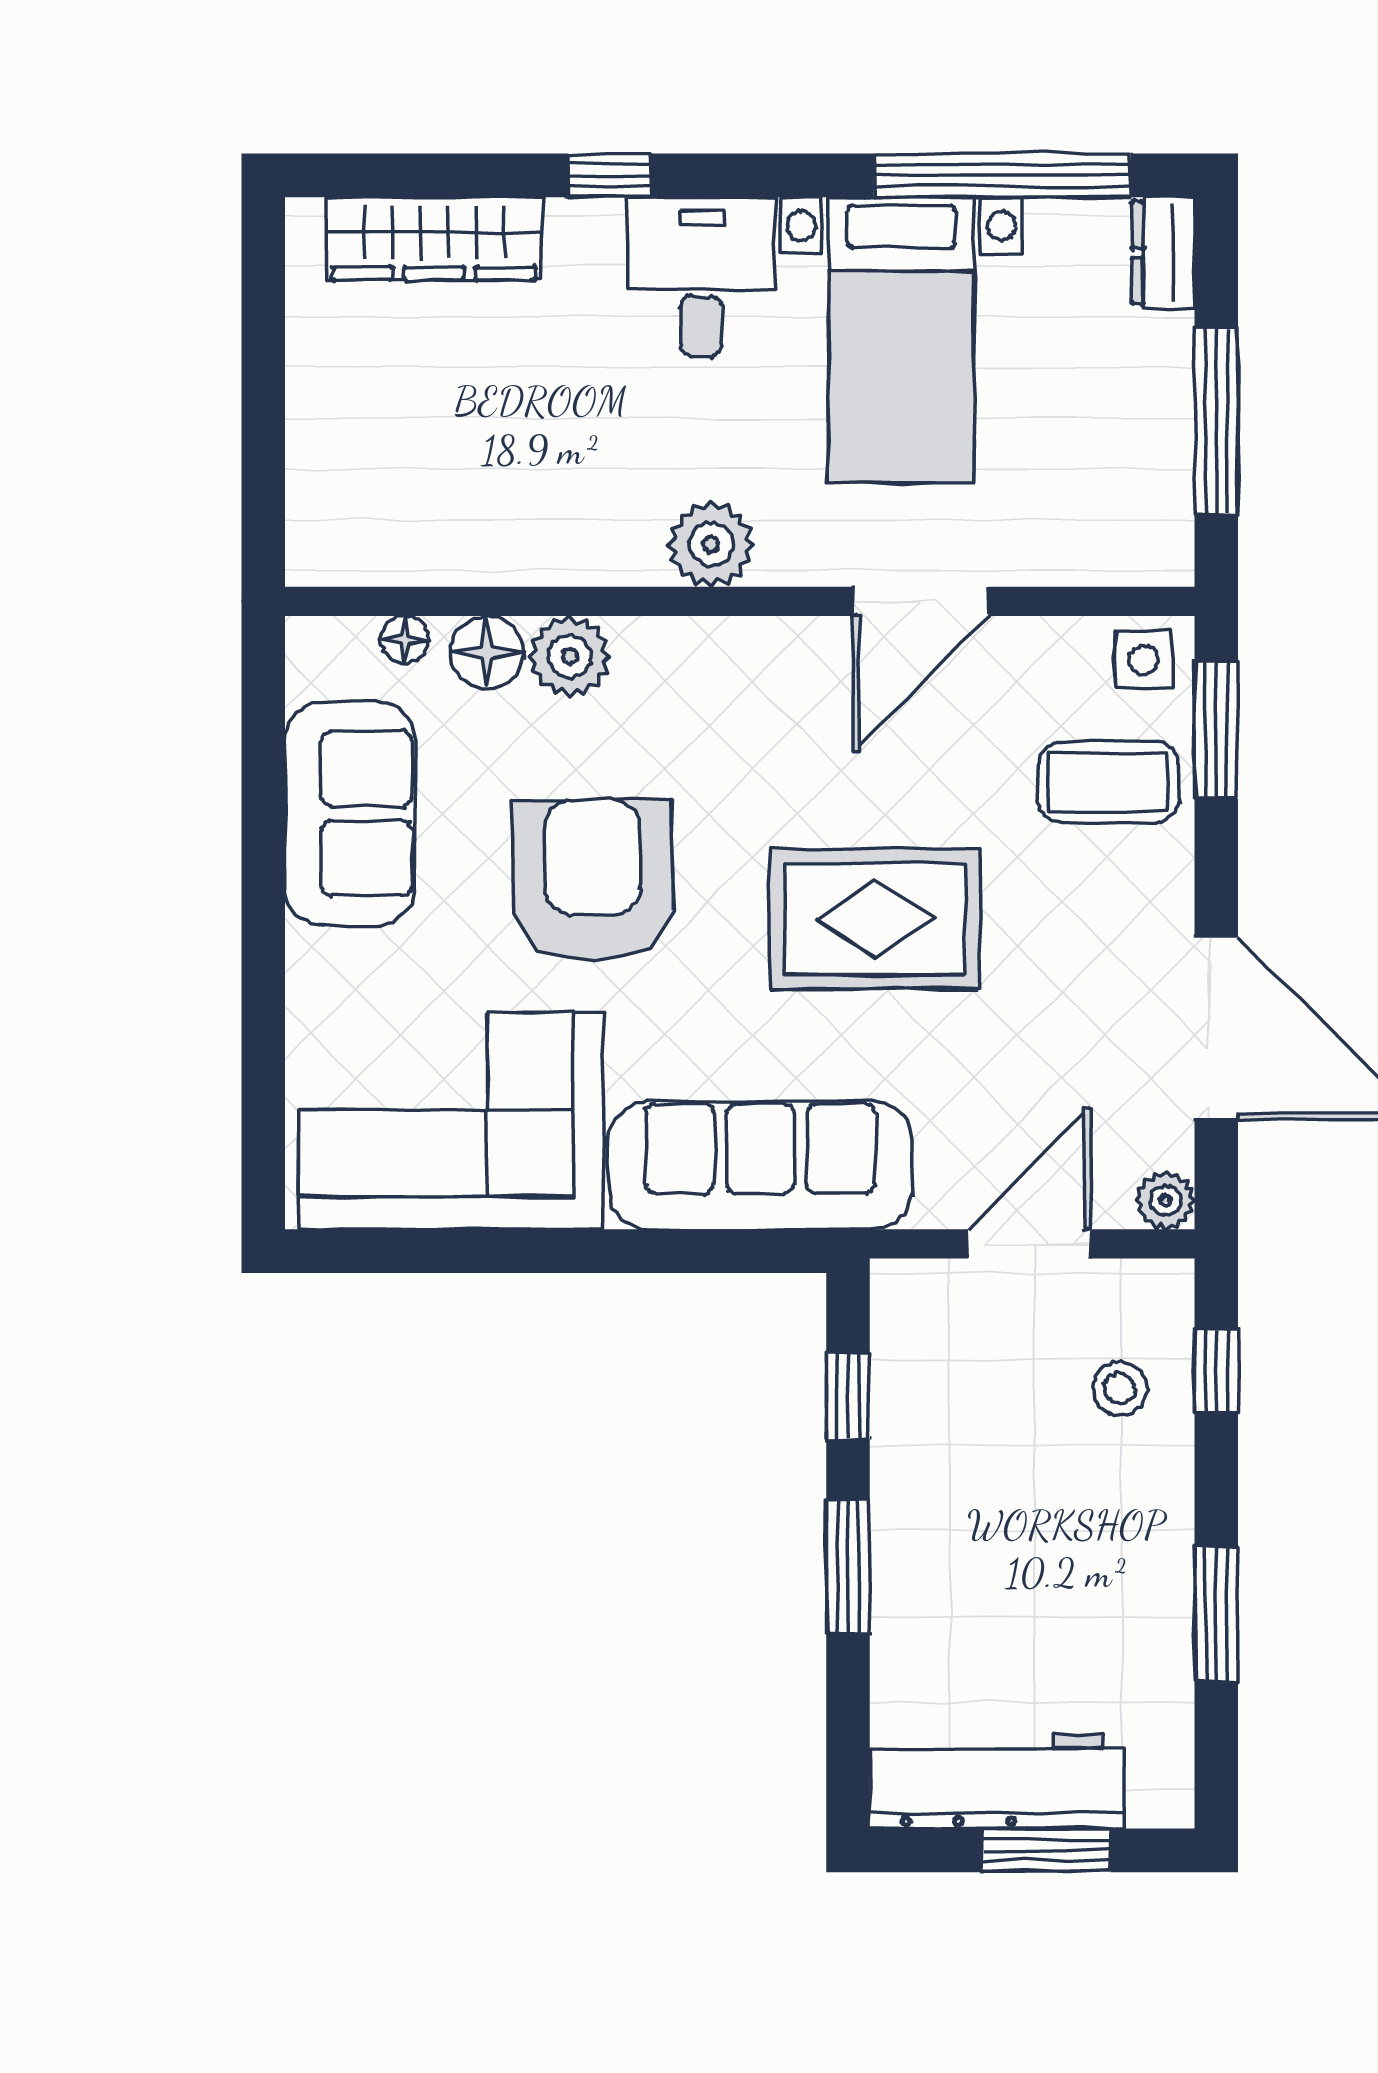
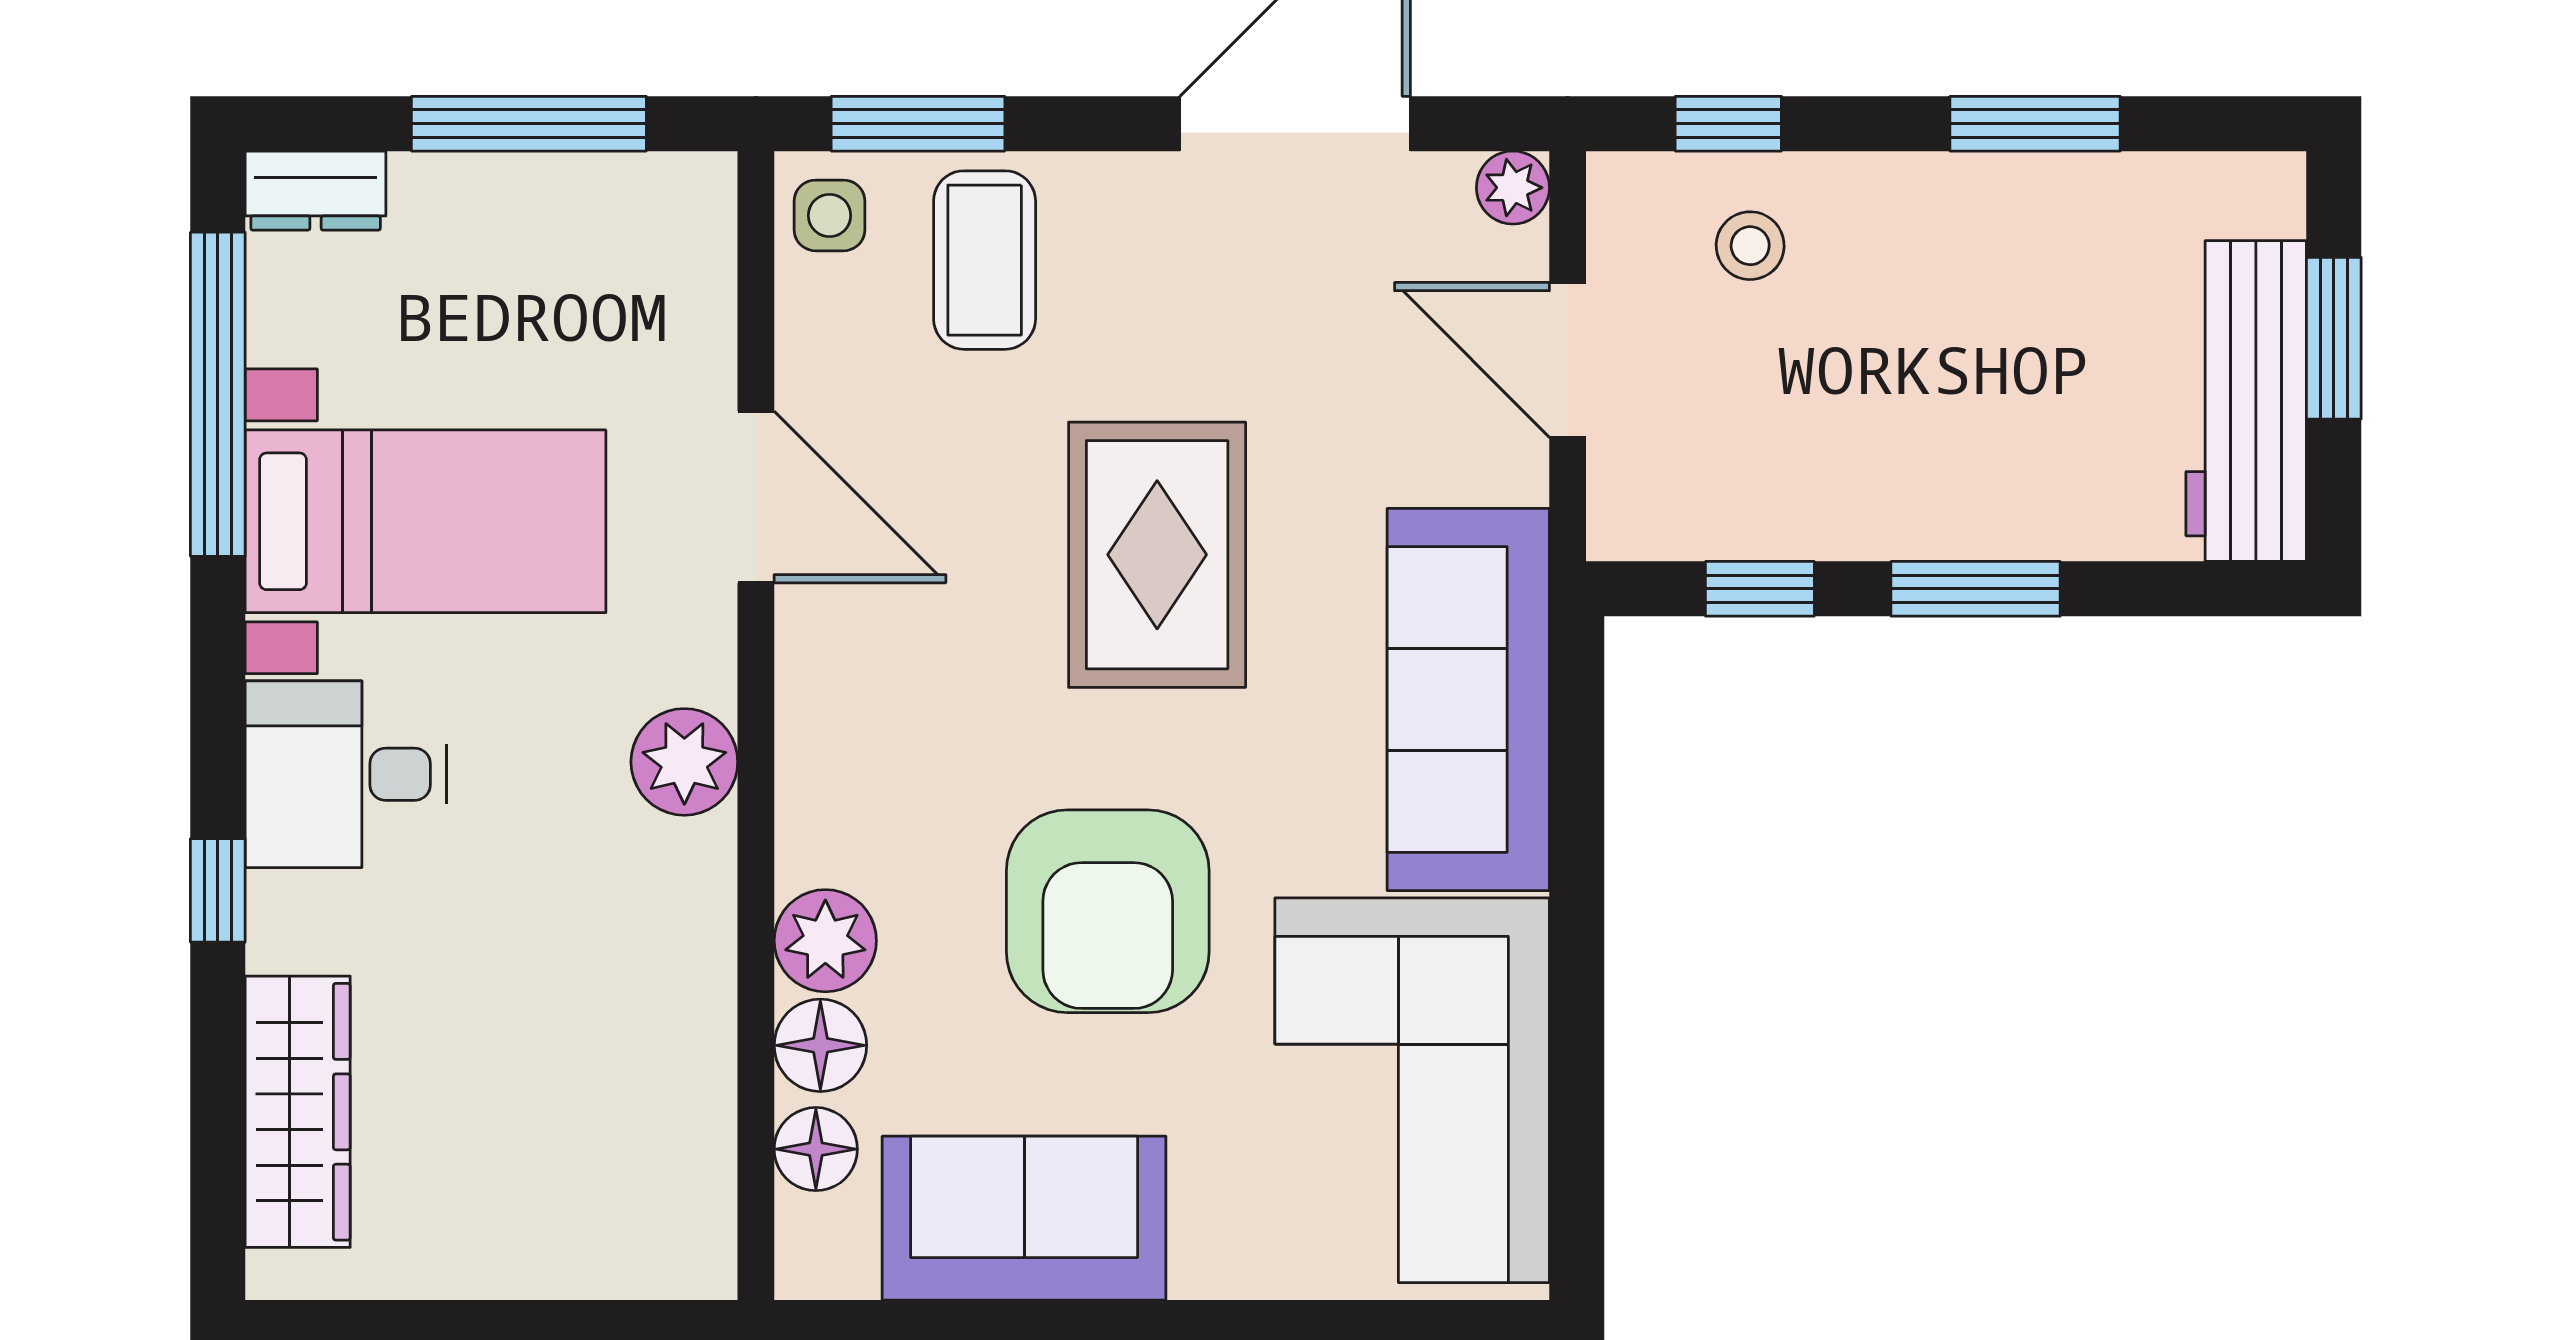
floor lamp: (405, 640) -> (816, 1149), width x1.37, depth x1.37
armchair: (593, 880) -> (1108, 911), turned -89

